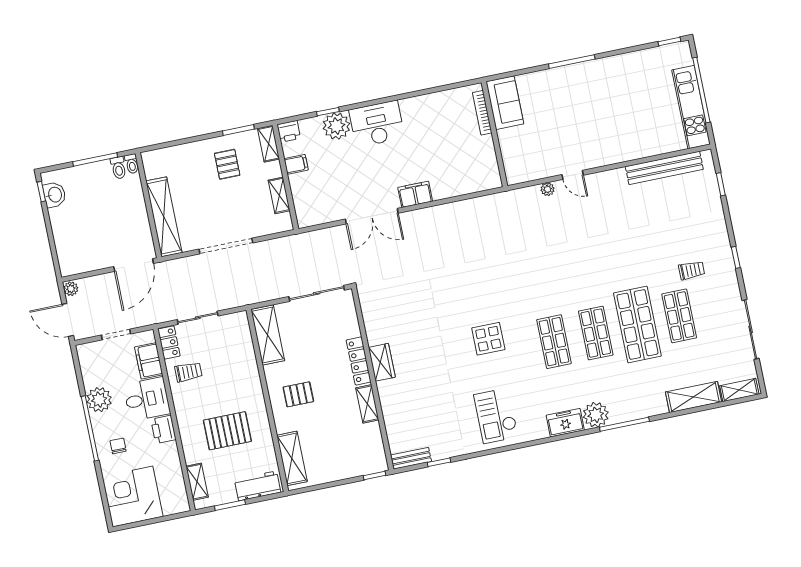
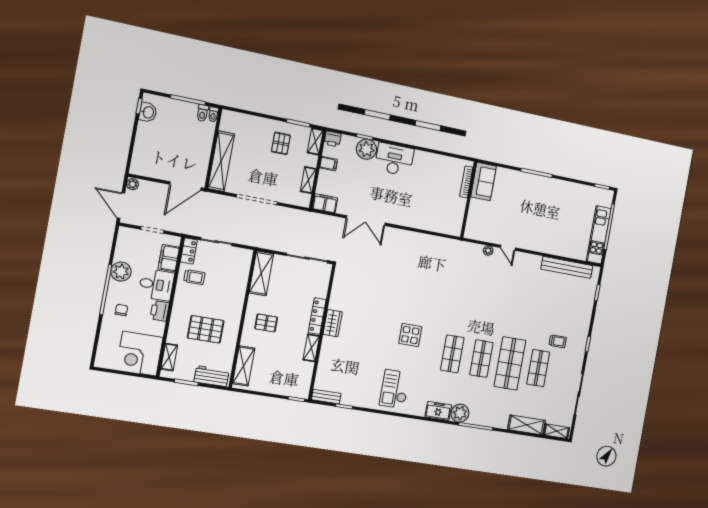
filing cabinet: (415, 194) -> (325, 203), moved
corner desk: (133, 497) -> (140, 354), moved, turned -90

